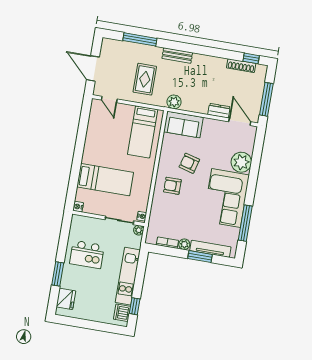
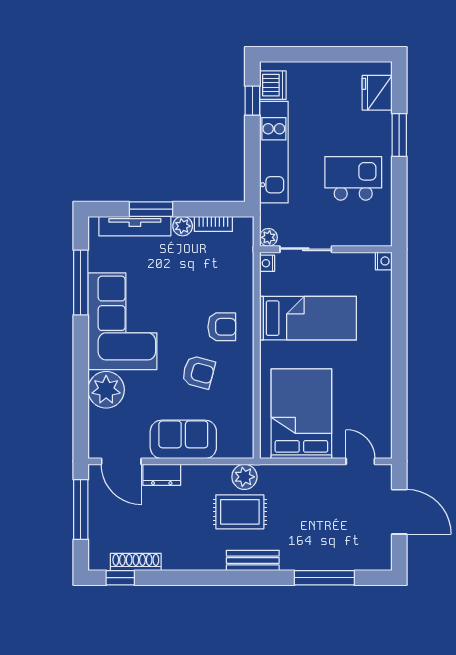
rug: (145, 79) -> (240, 512), moved, turned 90
sofa: (184, 125) -> (183, 439), moved
bed: (143, 132) -> (301, 414), width x1.50
bed: (105, 180) -> (308, 318), moved, turned 180

